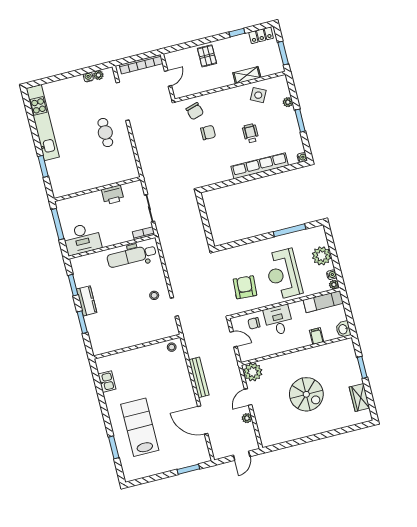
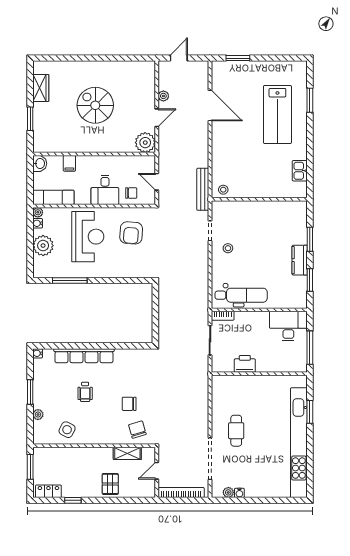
shelving: (247, 75) -> (127, 453), moved
kitchen unit: (43, 123) -> (299, 443), width x1.36
bench: (199, 377) -> (203, 189), moved

